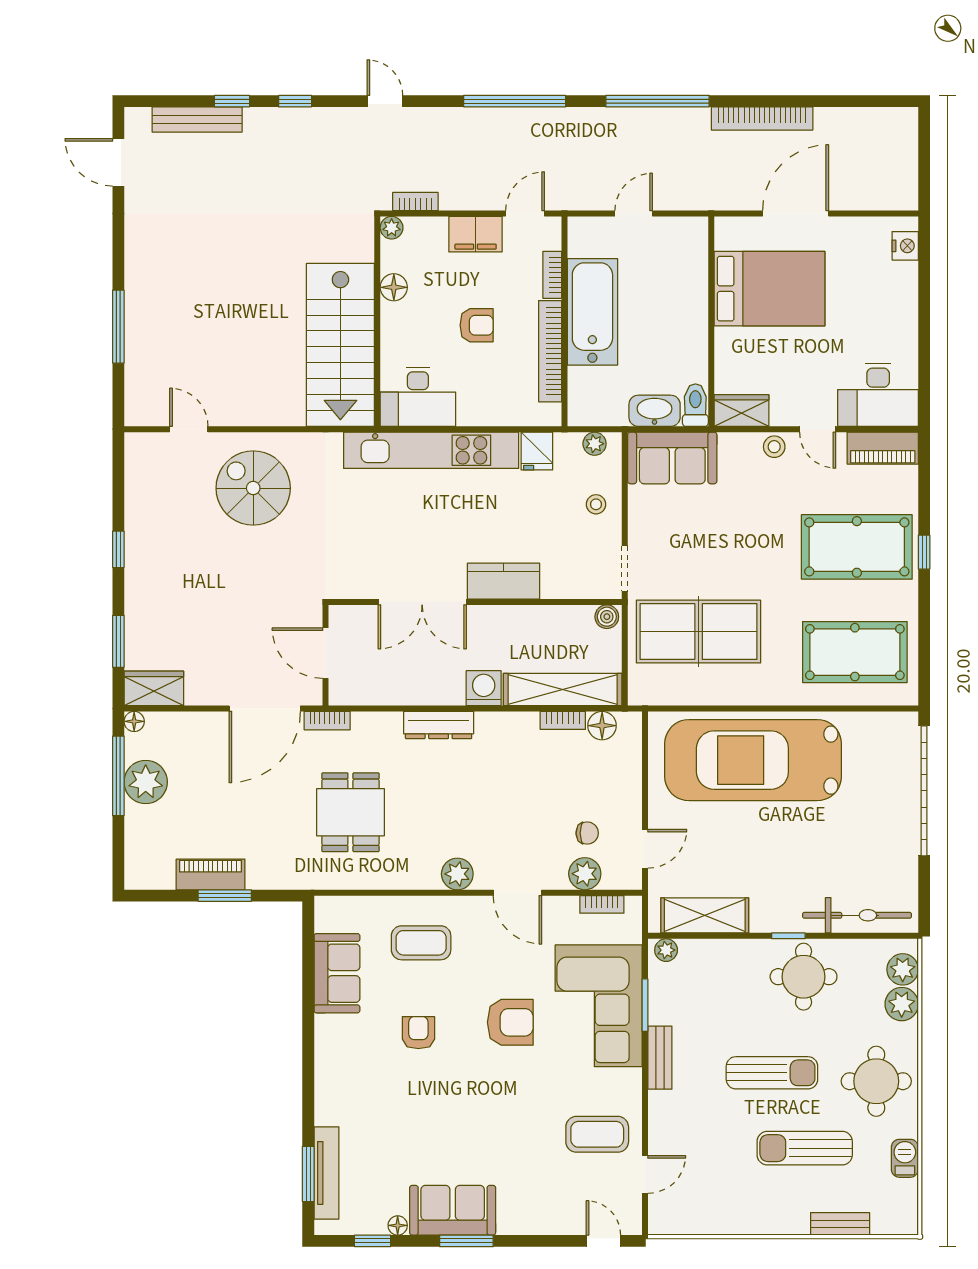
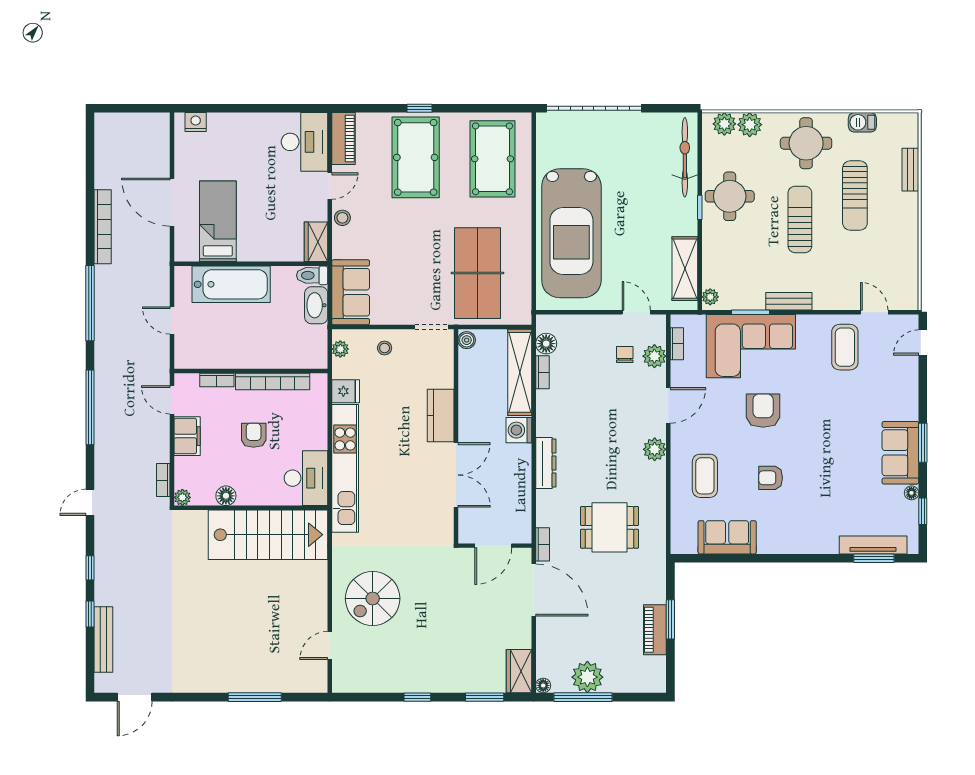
bed: (769, 289) -> (218, 221), width x0.67
bathtub: (592, 312) -> (231, 284), moved, turned 180

